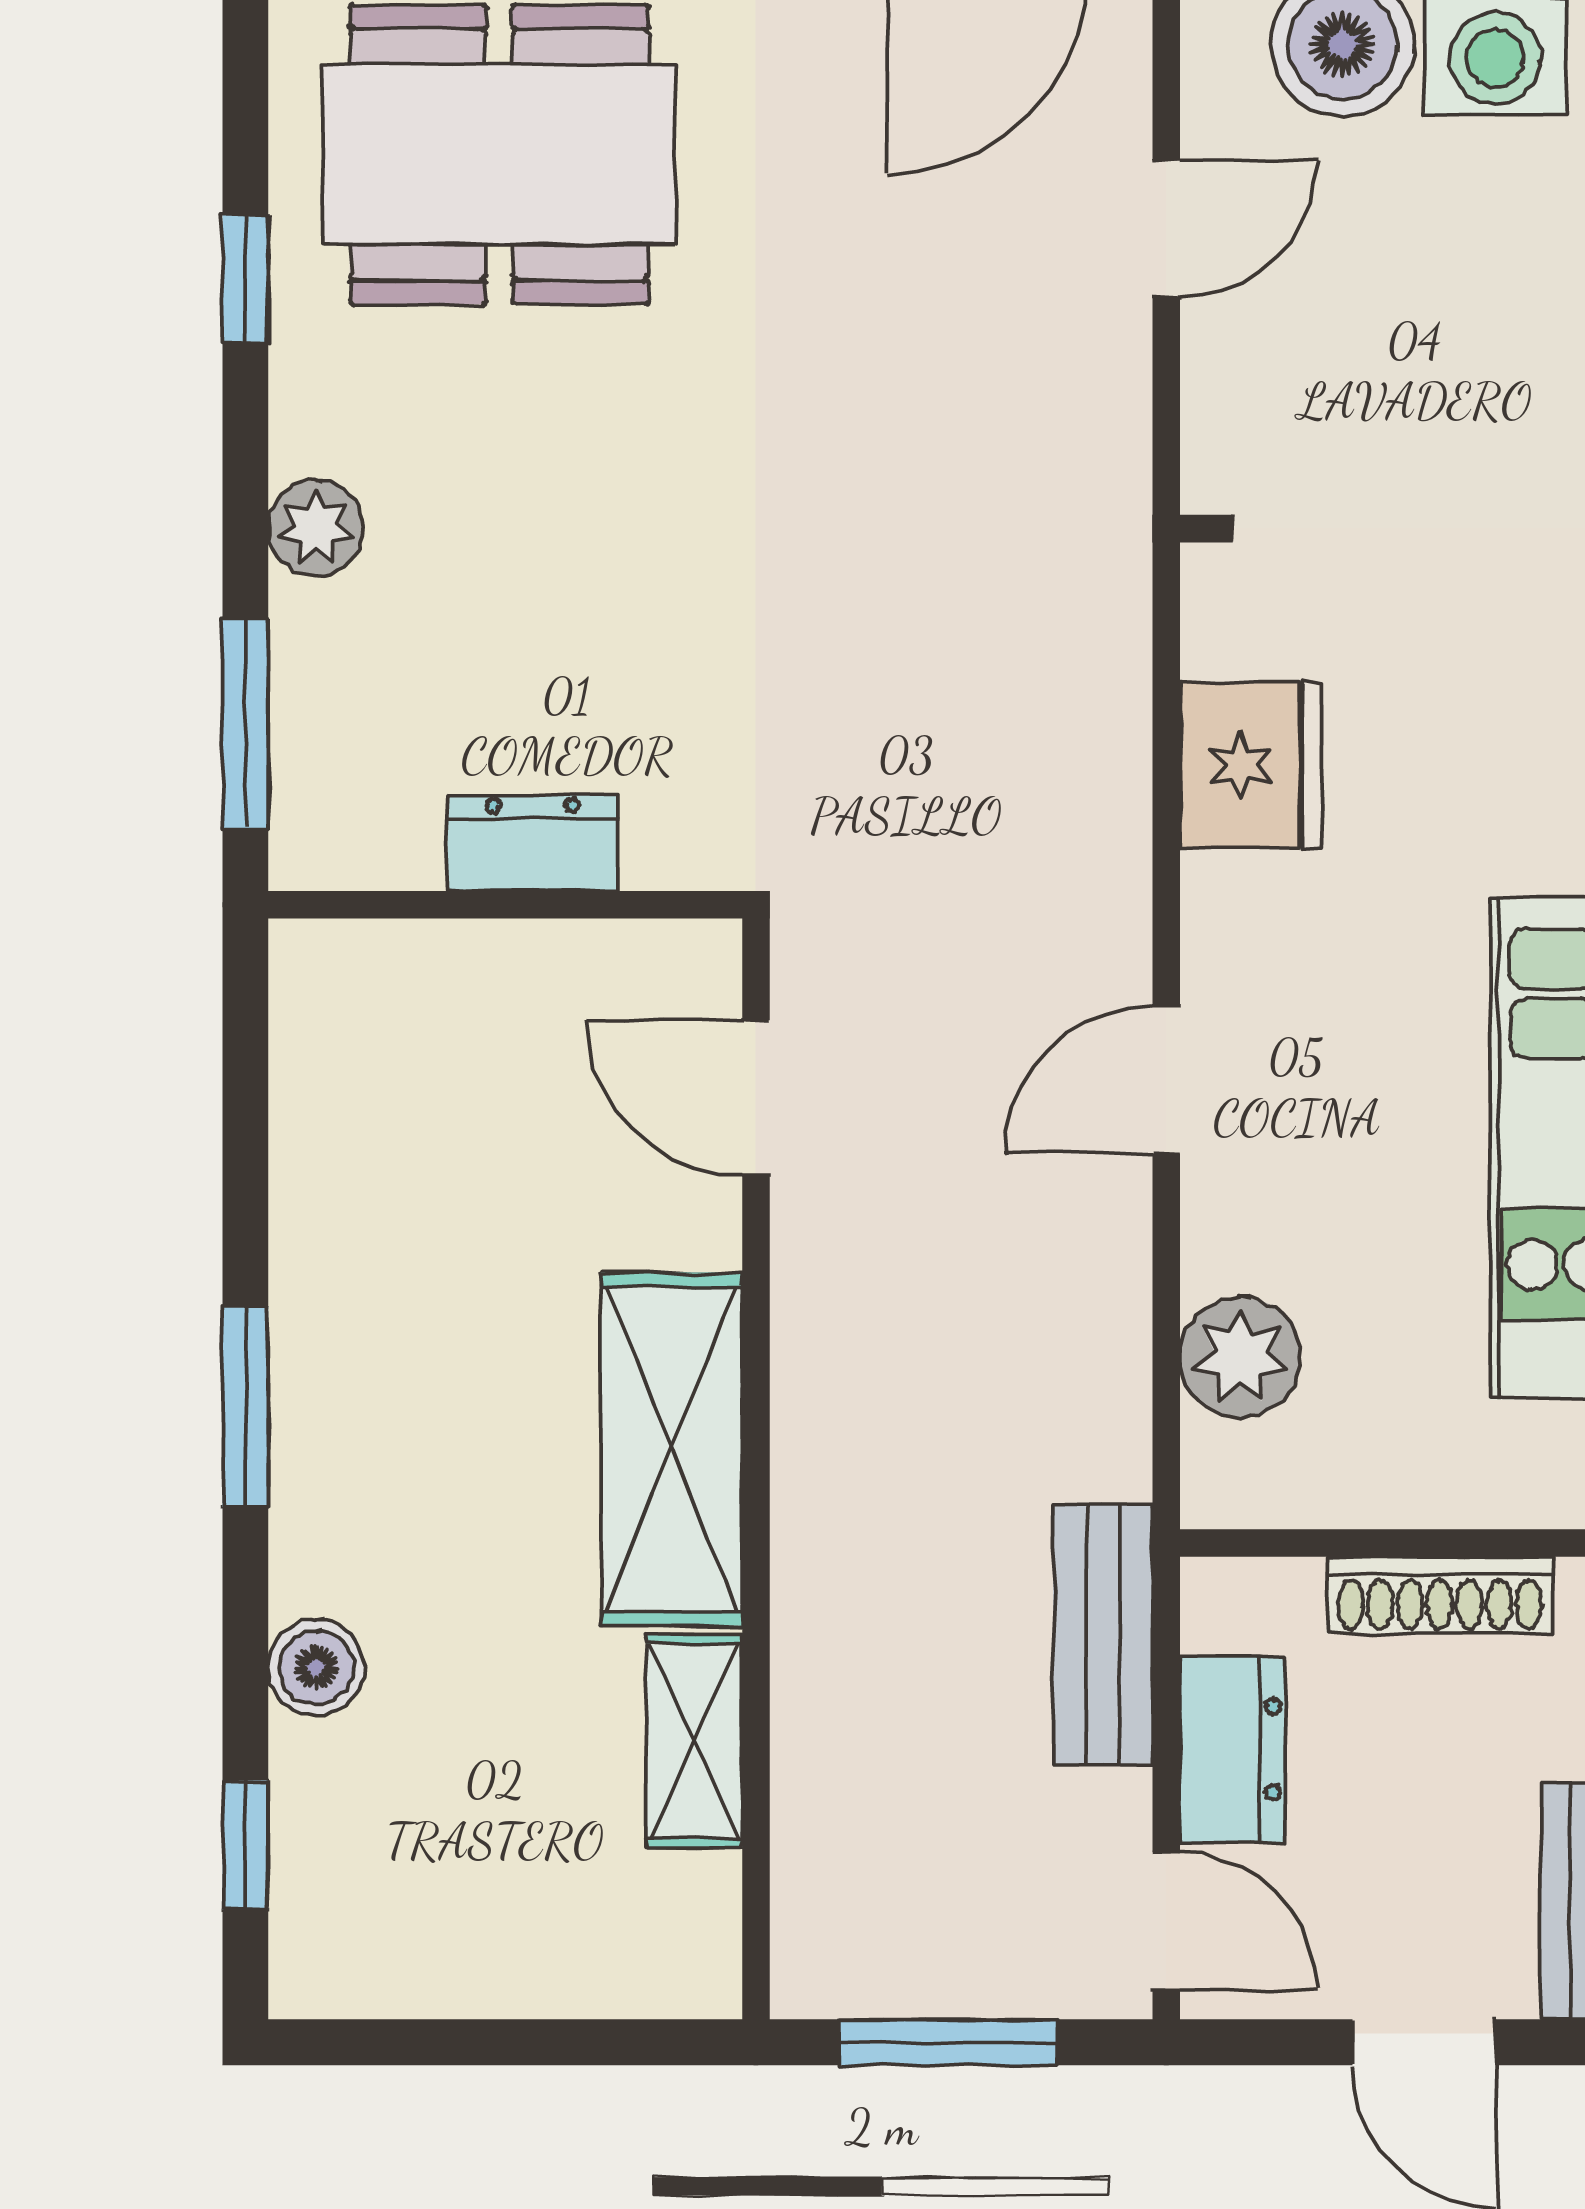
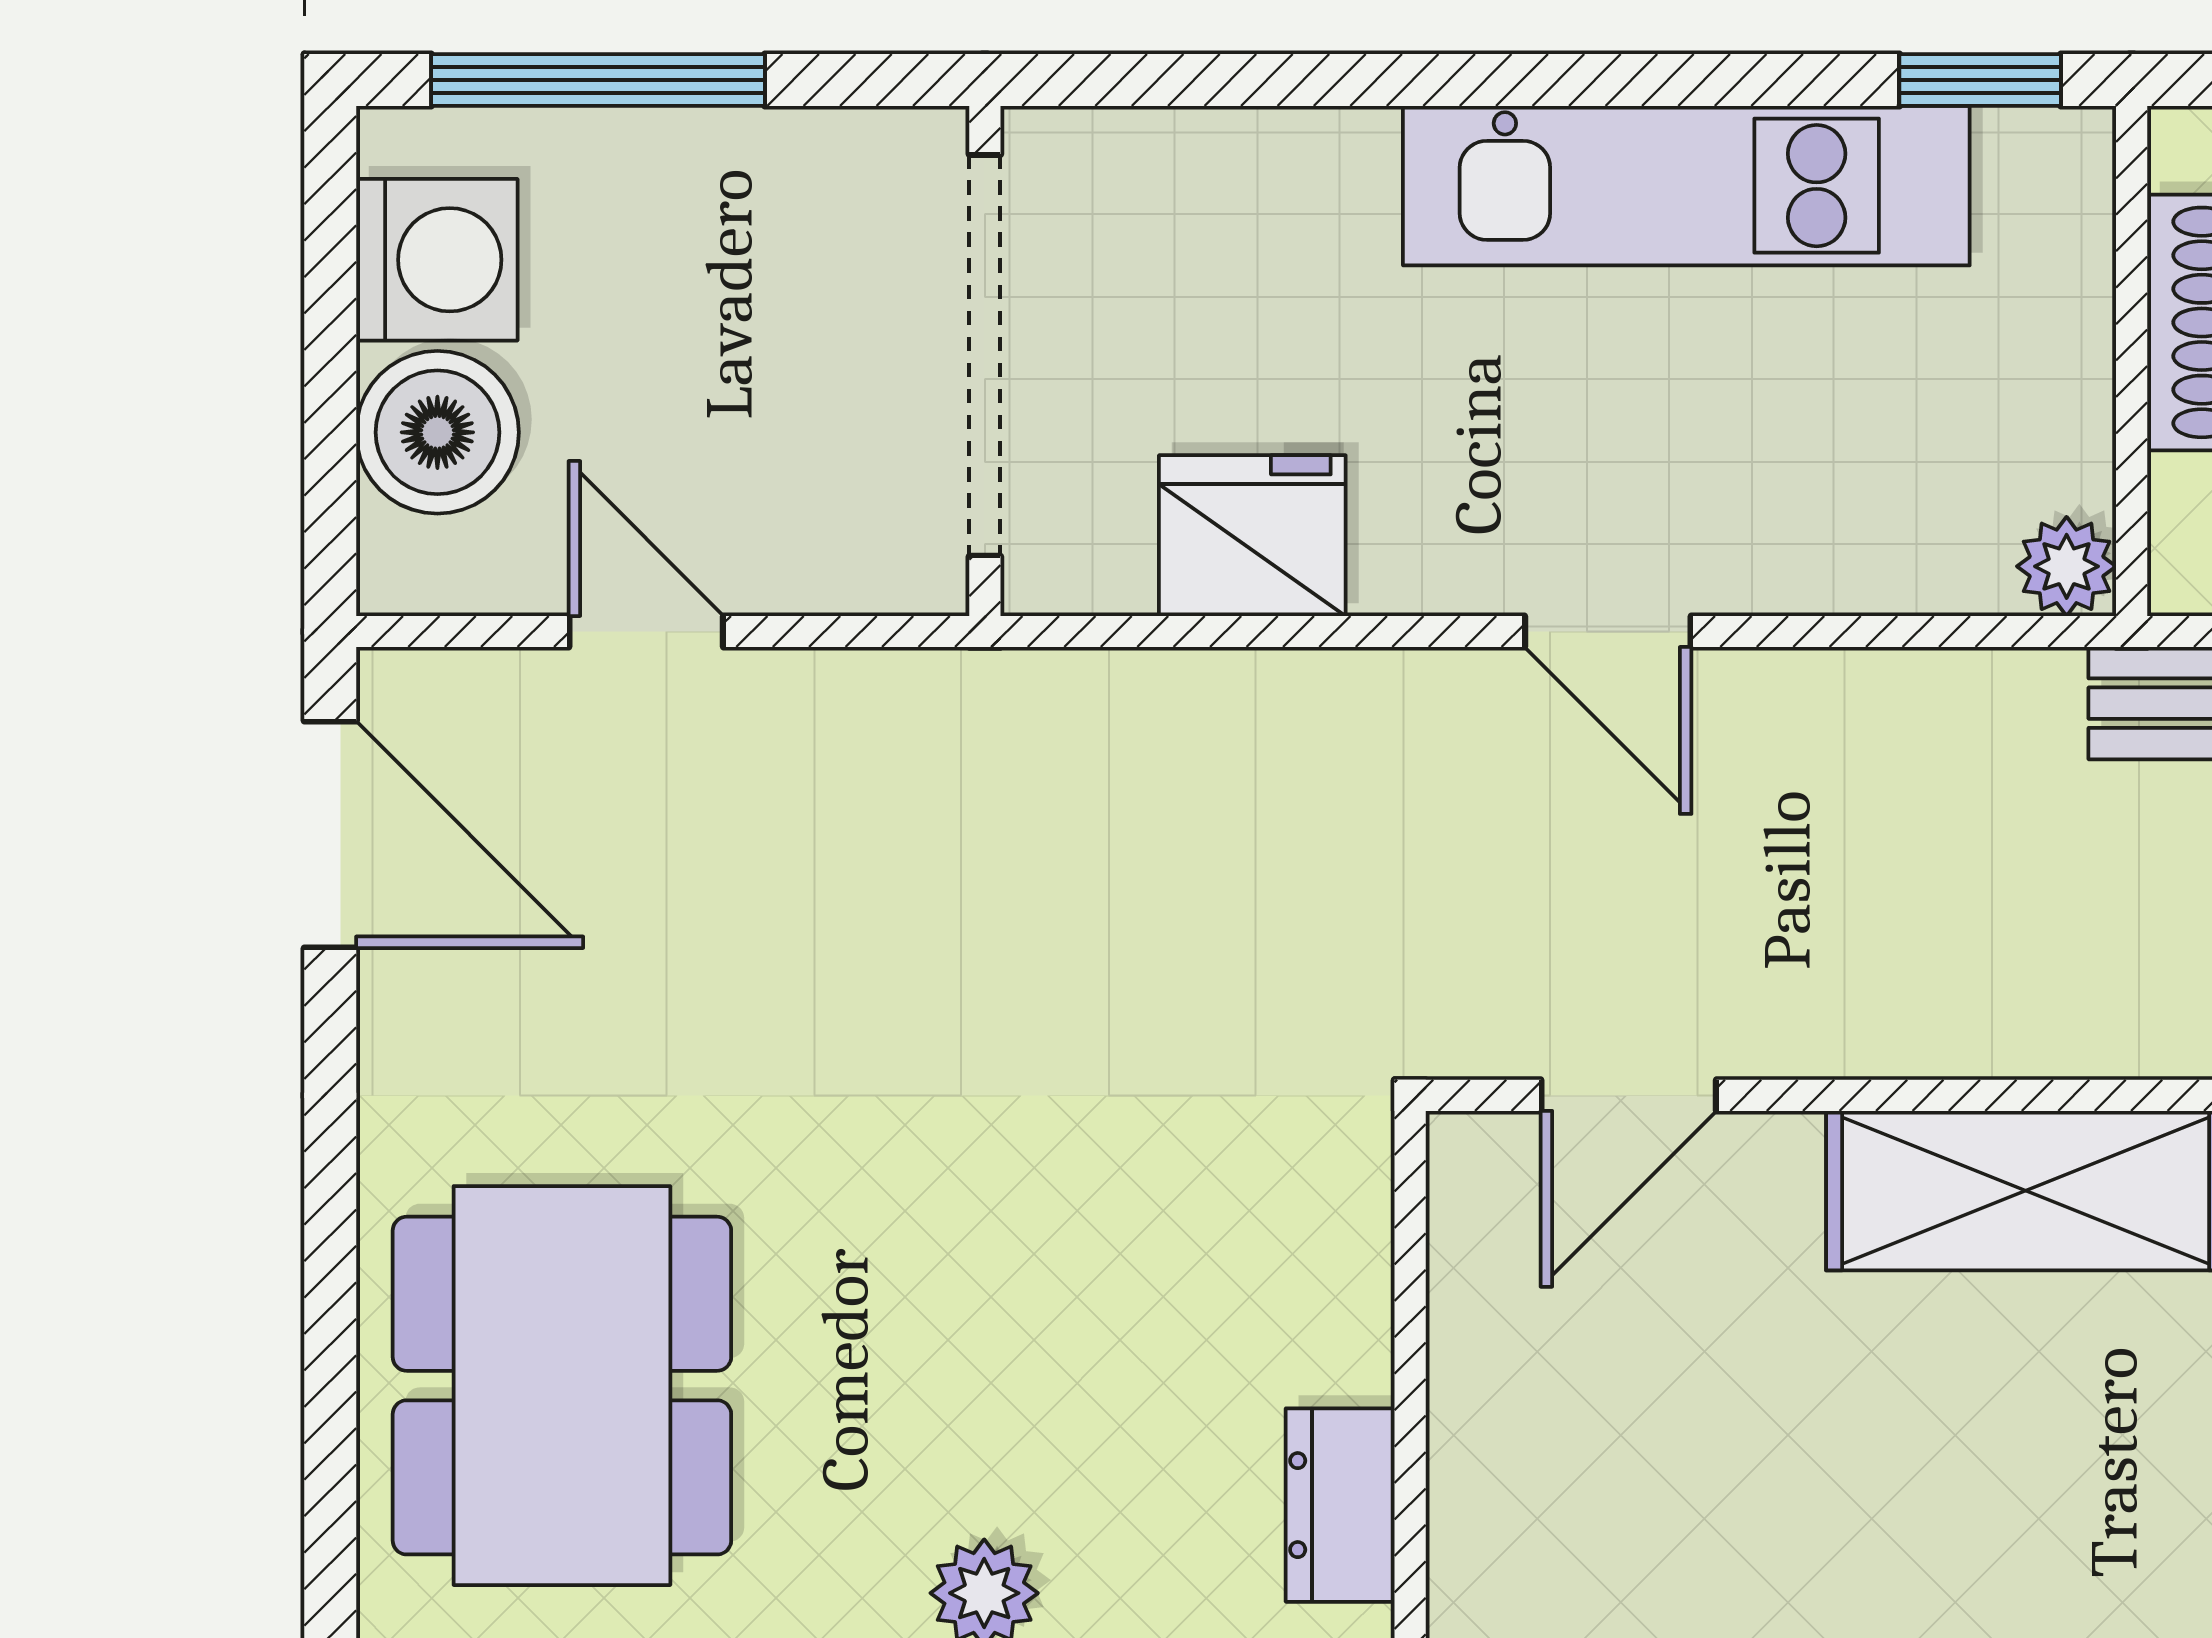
dresser: (533, 843) -> (1340, 1505), moved
plant: (1240, 1357) -> (2067, 566), moved, width x0.73, depth x0.73

